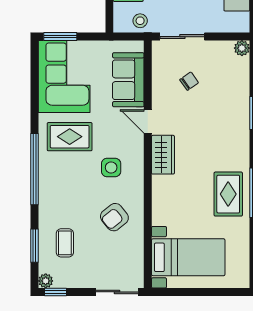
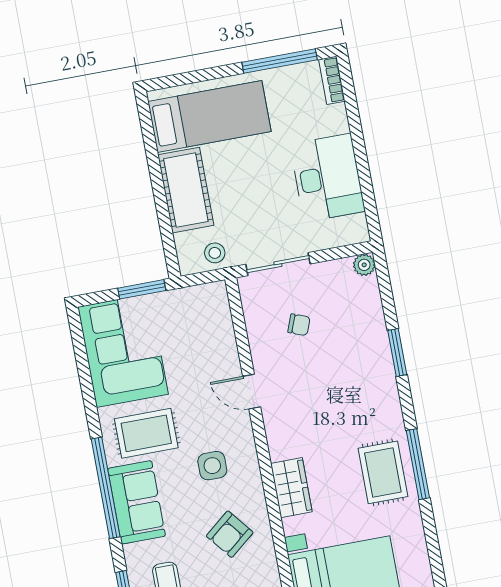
window: (60, 37) -> (142, 289), moved
sofa: (128, 80) -> (137, 502), moved, turned 180
chair: (189, 81) -> (299, 325), turned 56
wardrobe: (163, 155) -> (291, 488), moved

